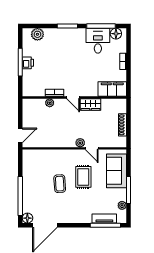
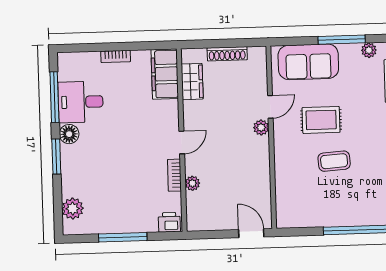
floor lamp: (116, 34) -> (69, 134), moved
printer: (28, 63) -> (169, 222), moved
wardrobe: (91, 104) -> (192, 82), moved

